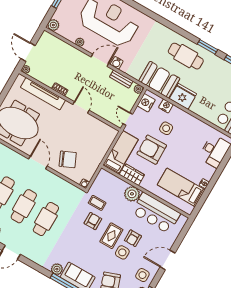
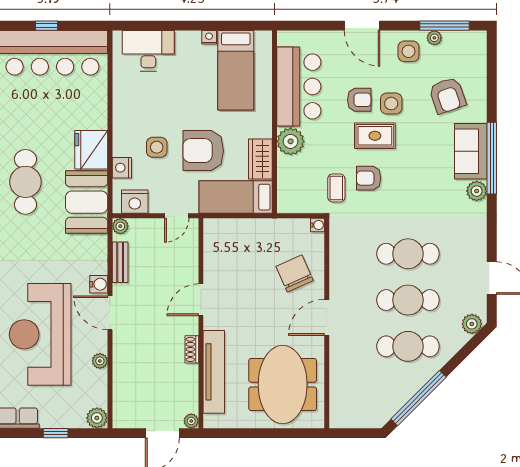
armchair: (152, 150) -> (203, 151), turned 91

